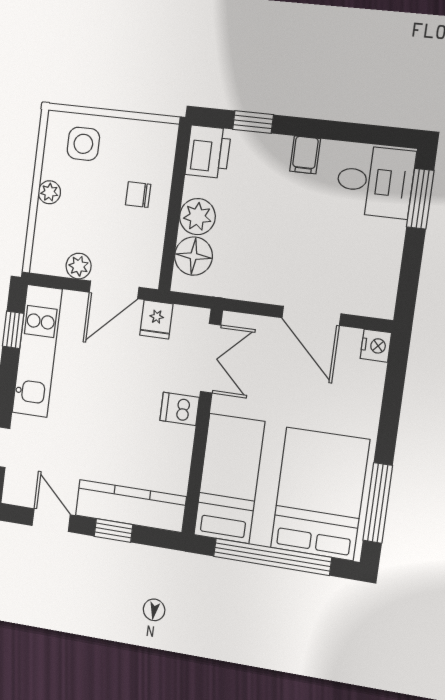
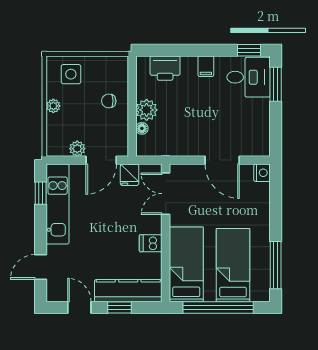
window: (253, 122) -> (249, 50), moved
printer: (208, 152) -> (165, 68), moved, turned 90
floor lamp: (194, 256) -> (142, 128), width x0.53, depth x0.53
double door: (211, 358) -> (166, 194), swing flipped
dishwasher: (180, 409) -> (151, 243), moved
bed: (320, 494) -> (233, 265), width x0.67

